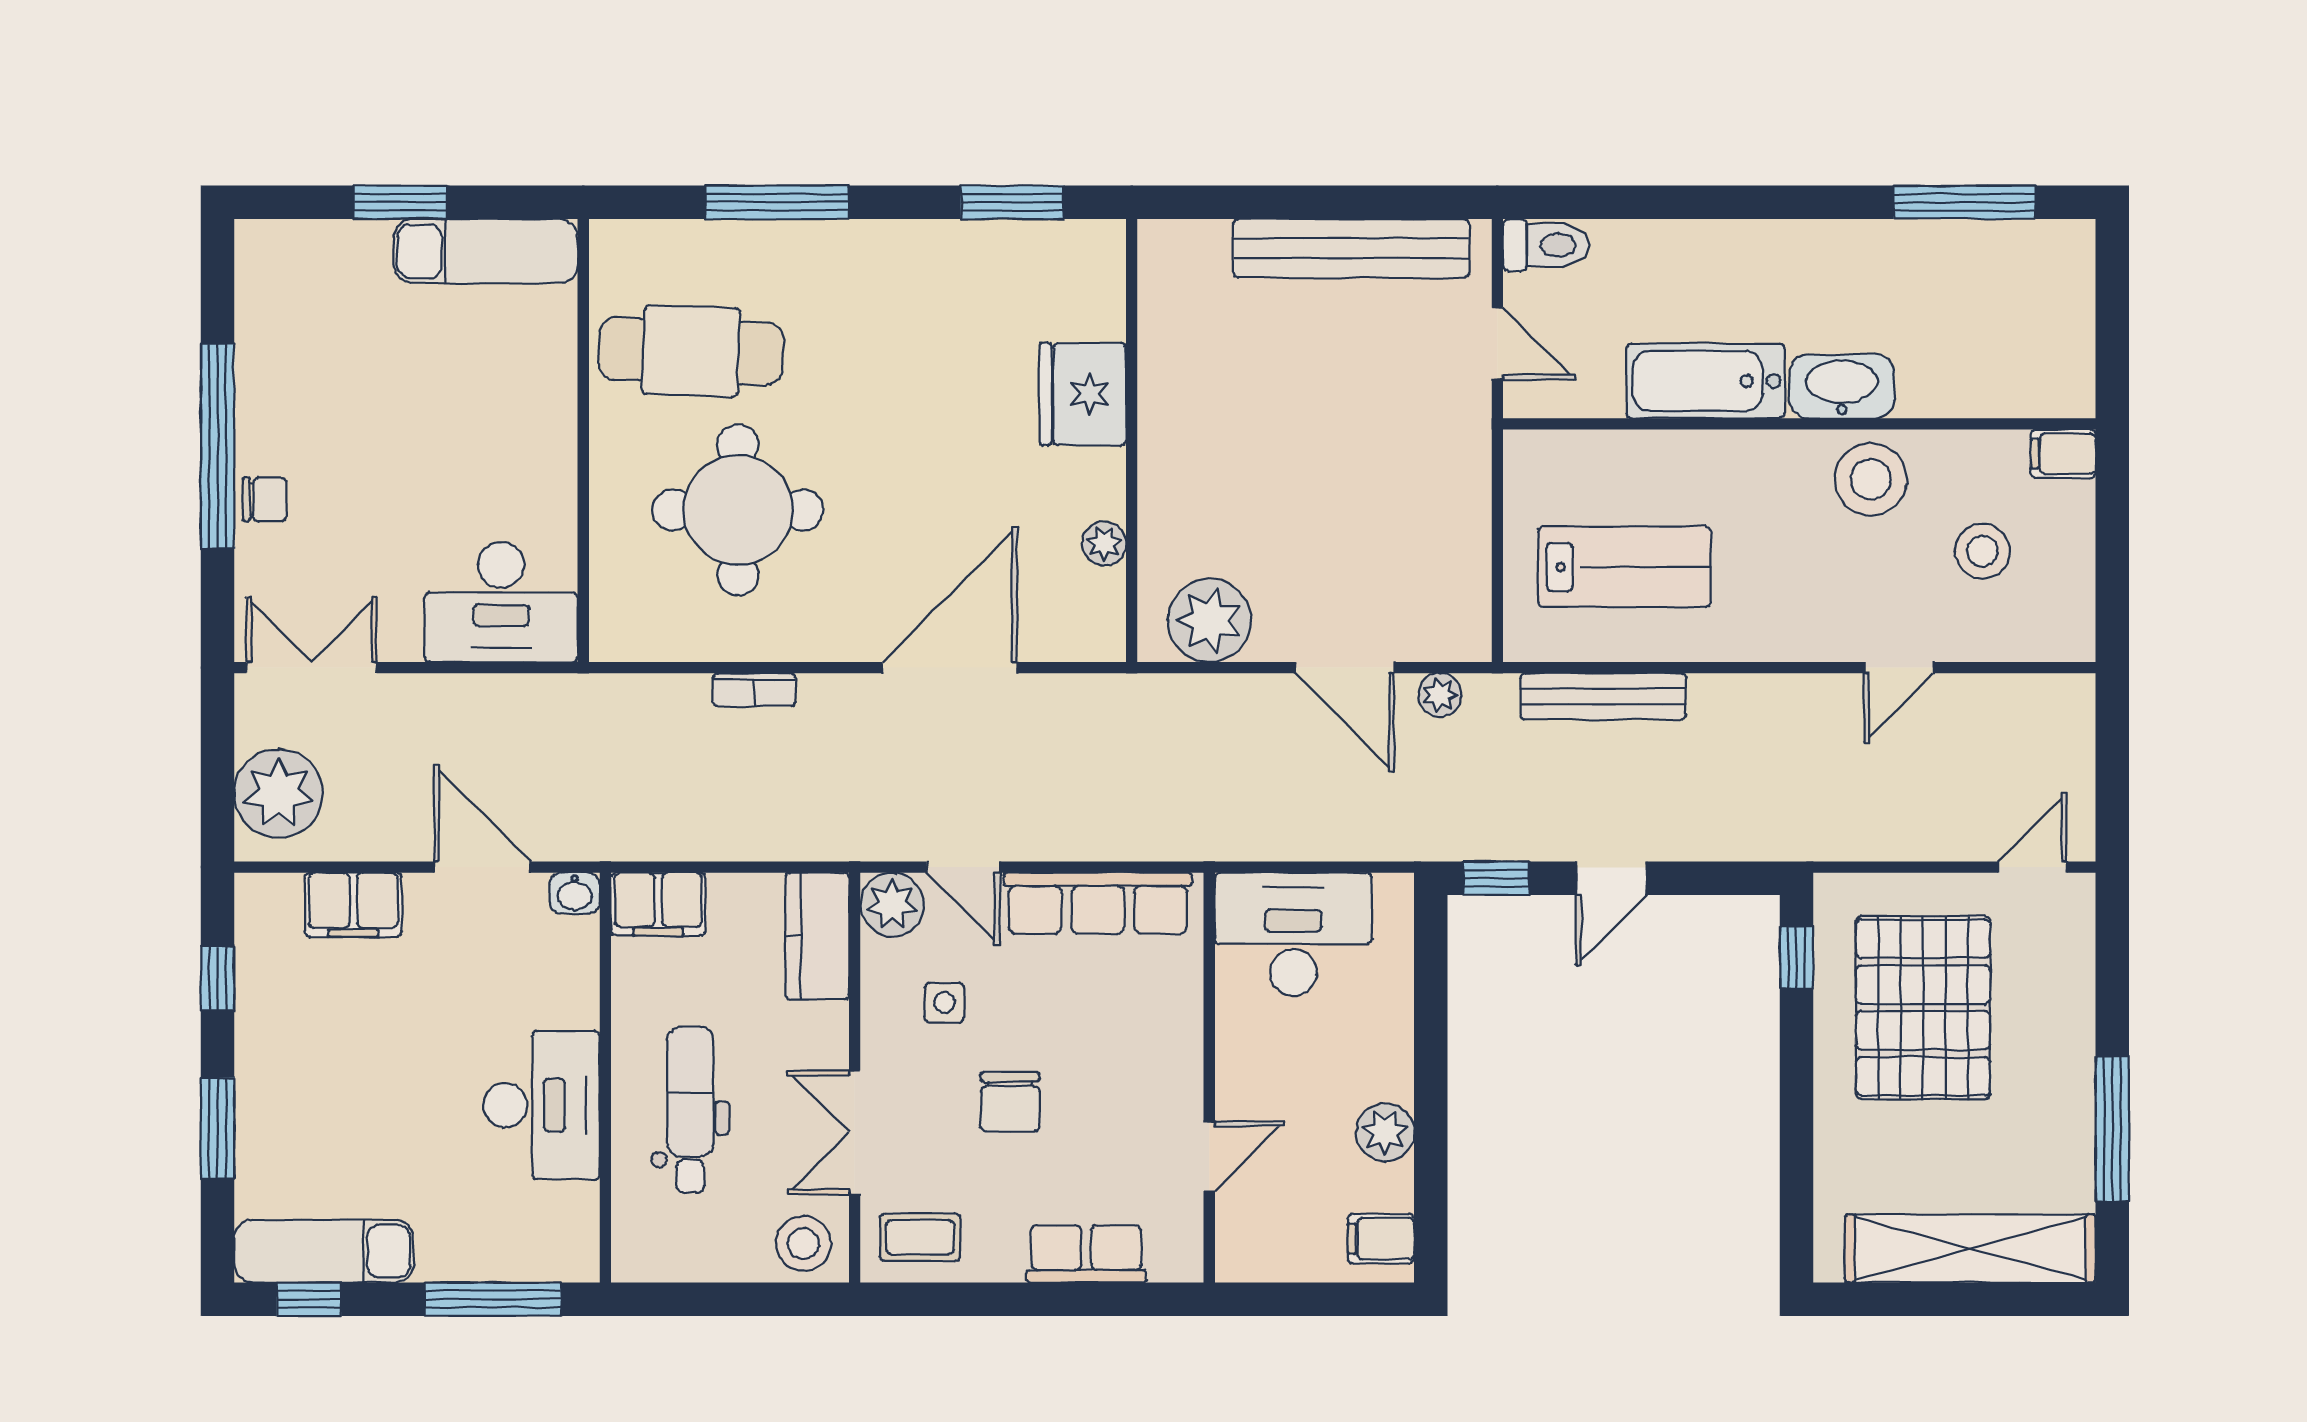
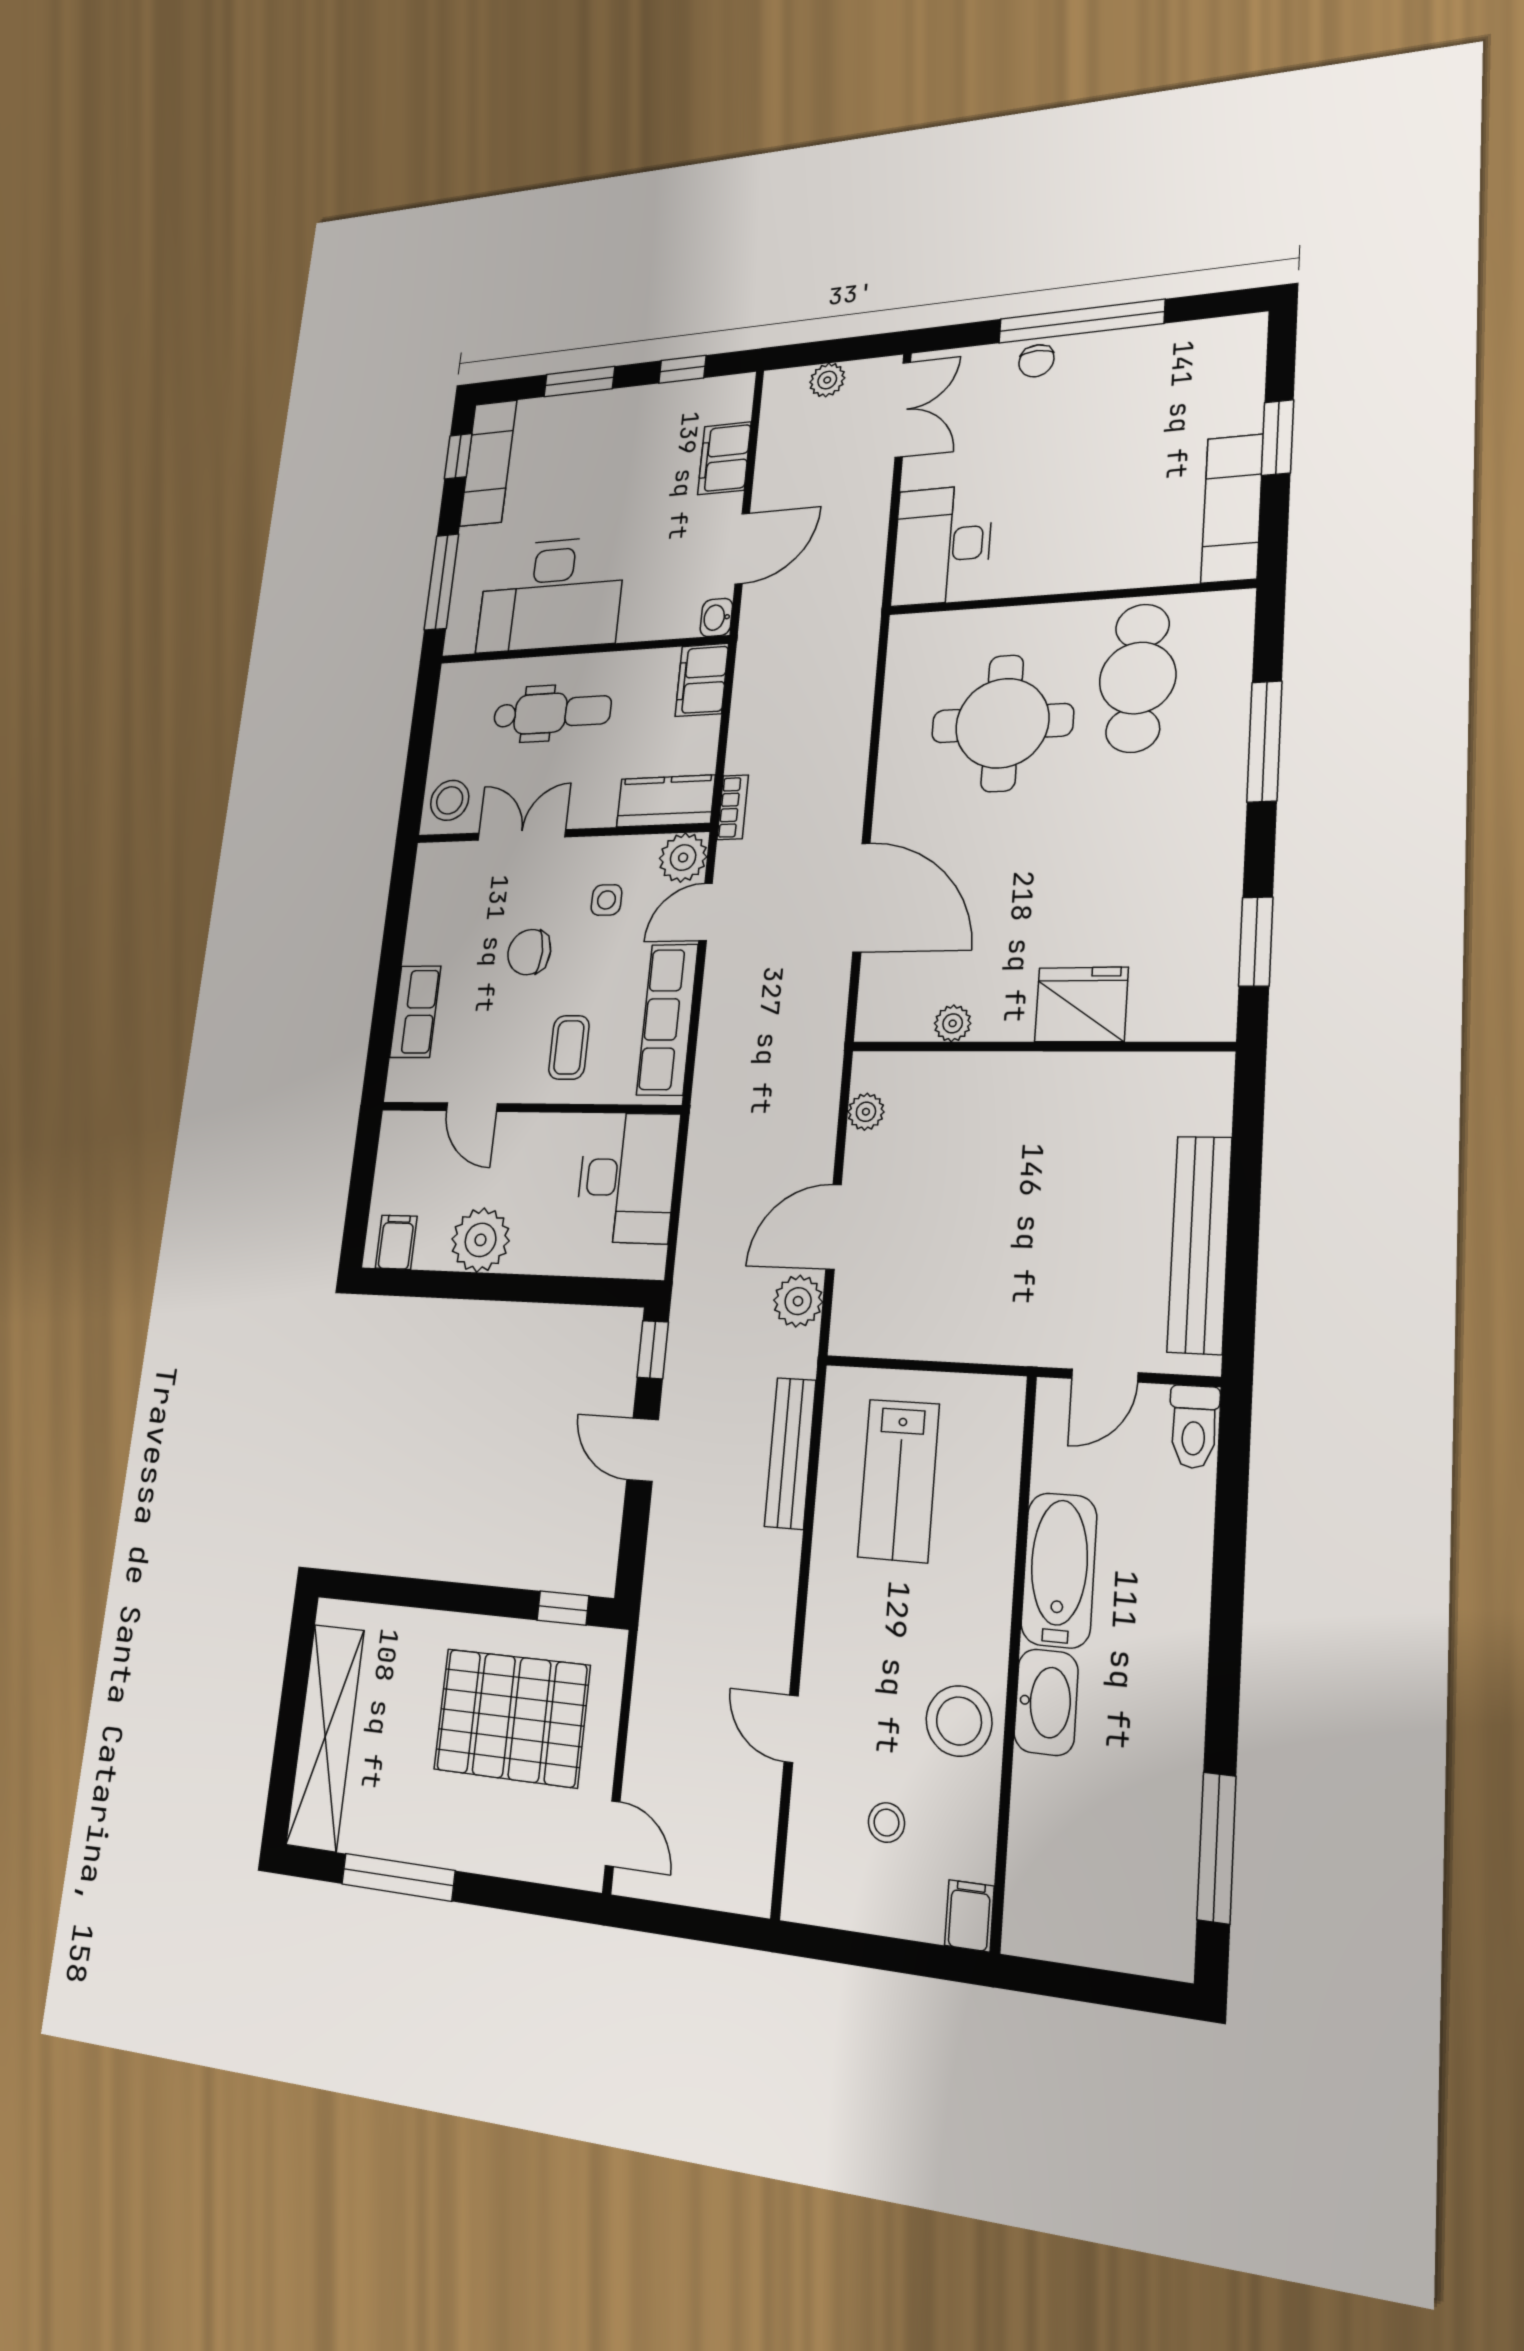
stool: (1982, 551) -> (886, 1823), width x0.73, depth x0.73
plant: (1209, 621) -> (866, 1112), width x0.53, depth x0.53
bookcase: (754, 690) -> (733, 807), moved, turned 180
plant: (1440, 695) -> (798, 1301), width x1.38, depth x1.38
plant: (279, 794) -> (827, 380), width x0.53, depth x0.53
desk: (542, 1105) -> (551, 594), width x1.36, depth x1.30
plant: (1385, 1132) -> (480, 1240), width x1.36, depth x1.36
coffee table: (920, 1237) -> (569, 1047), moved

